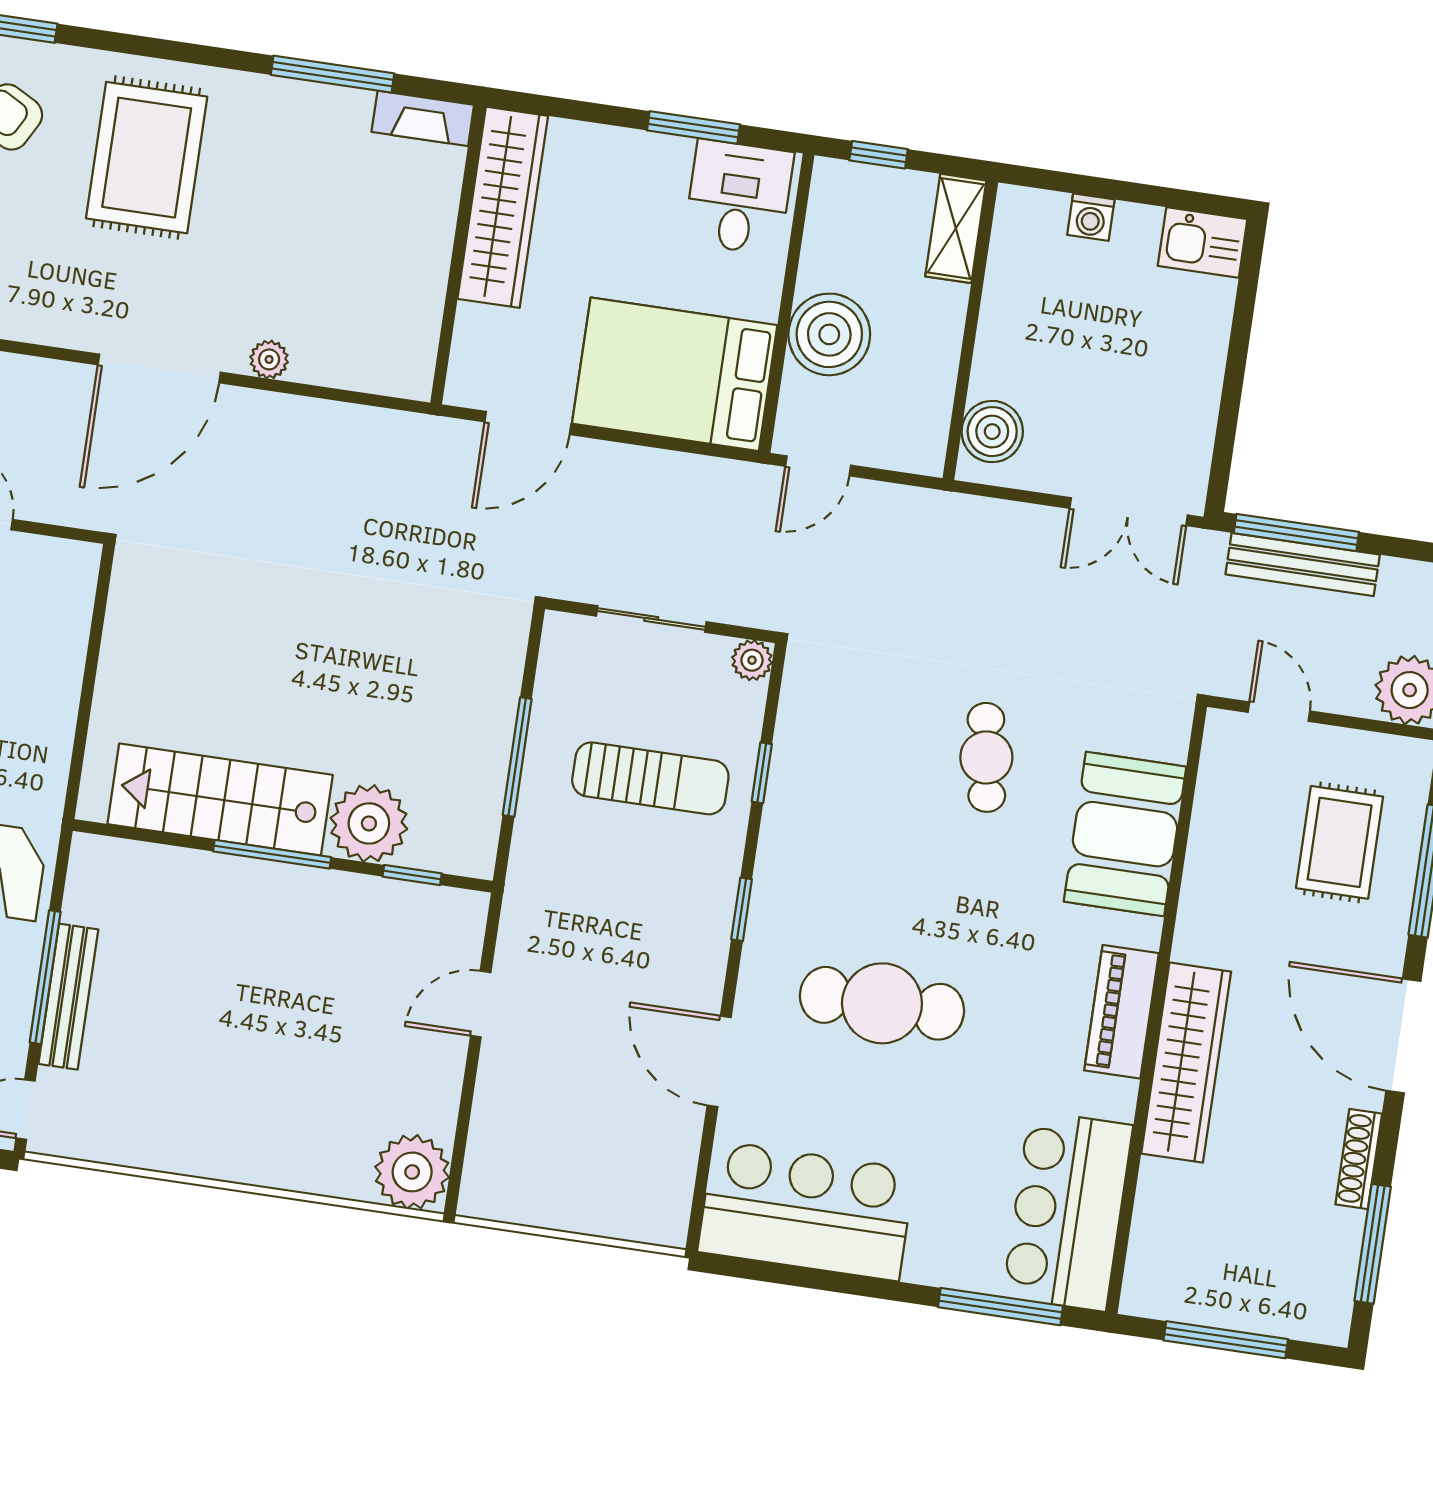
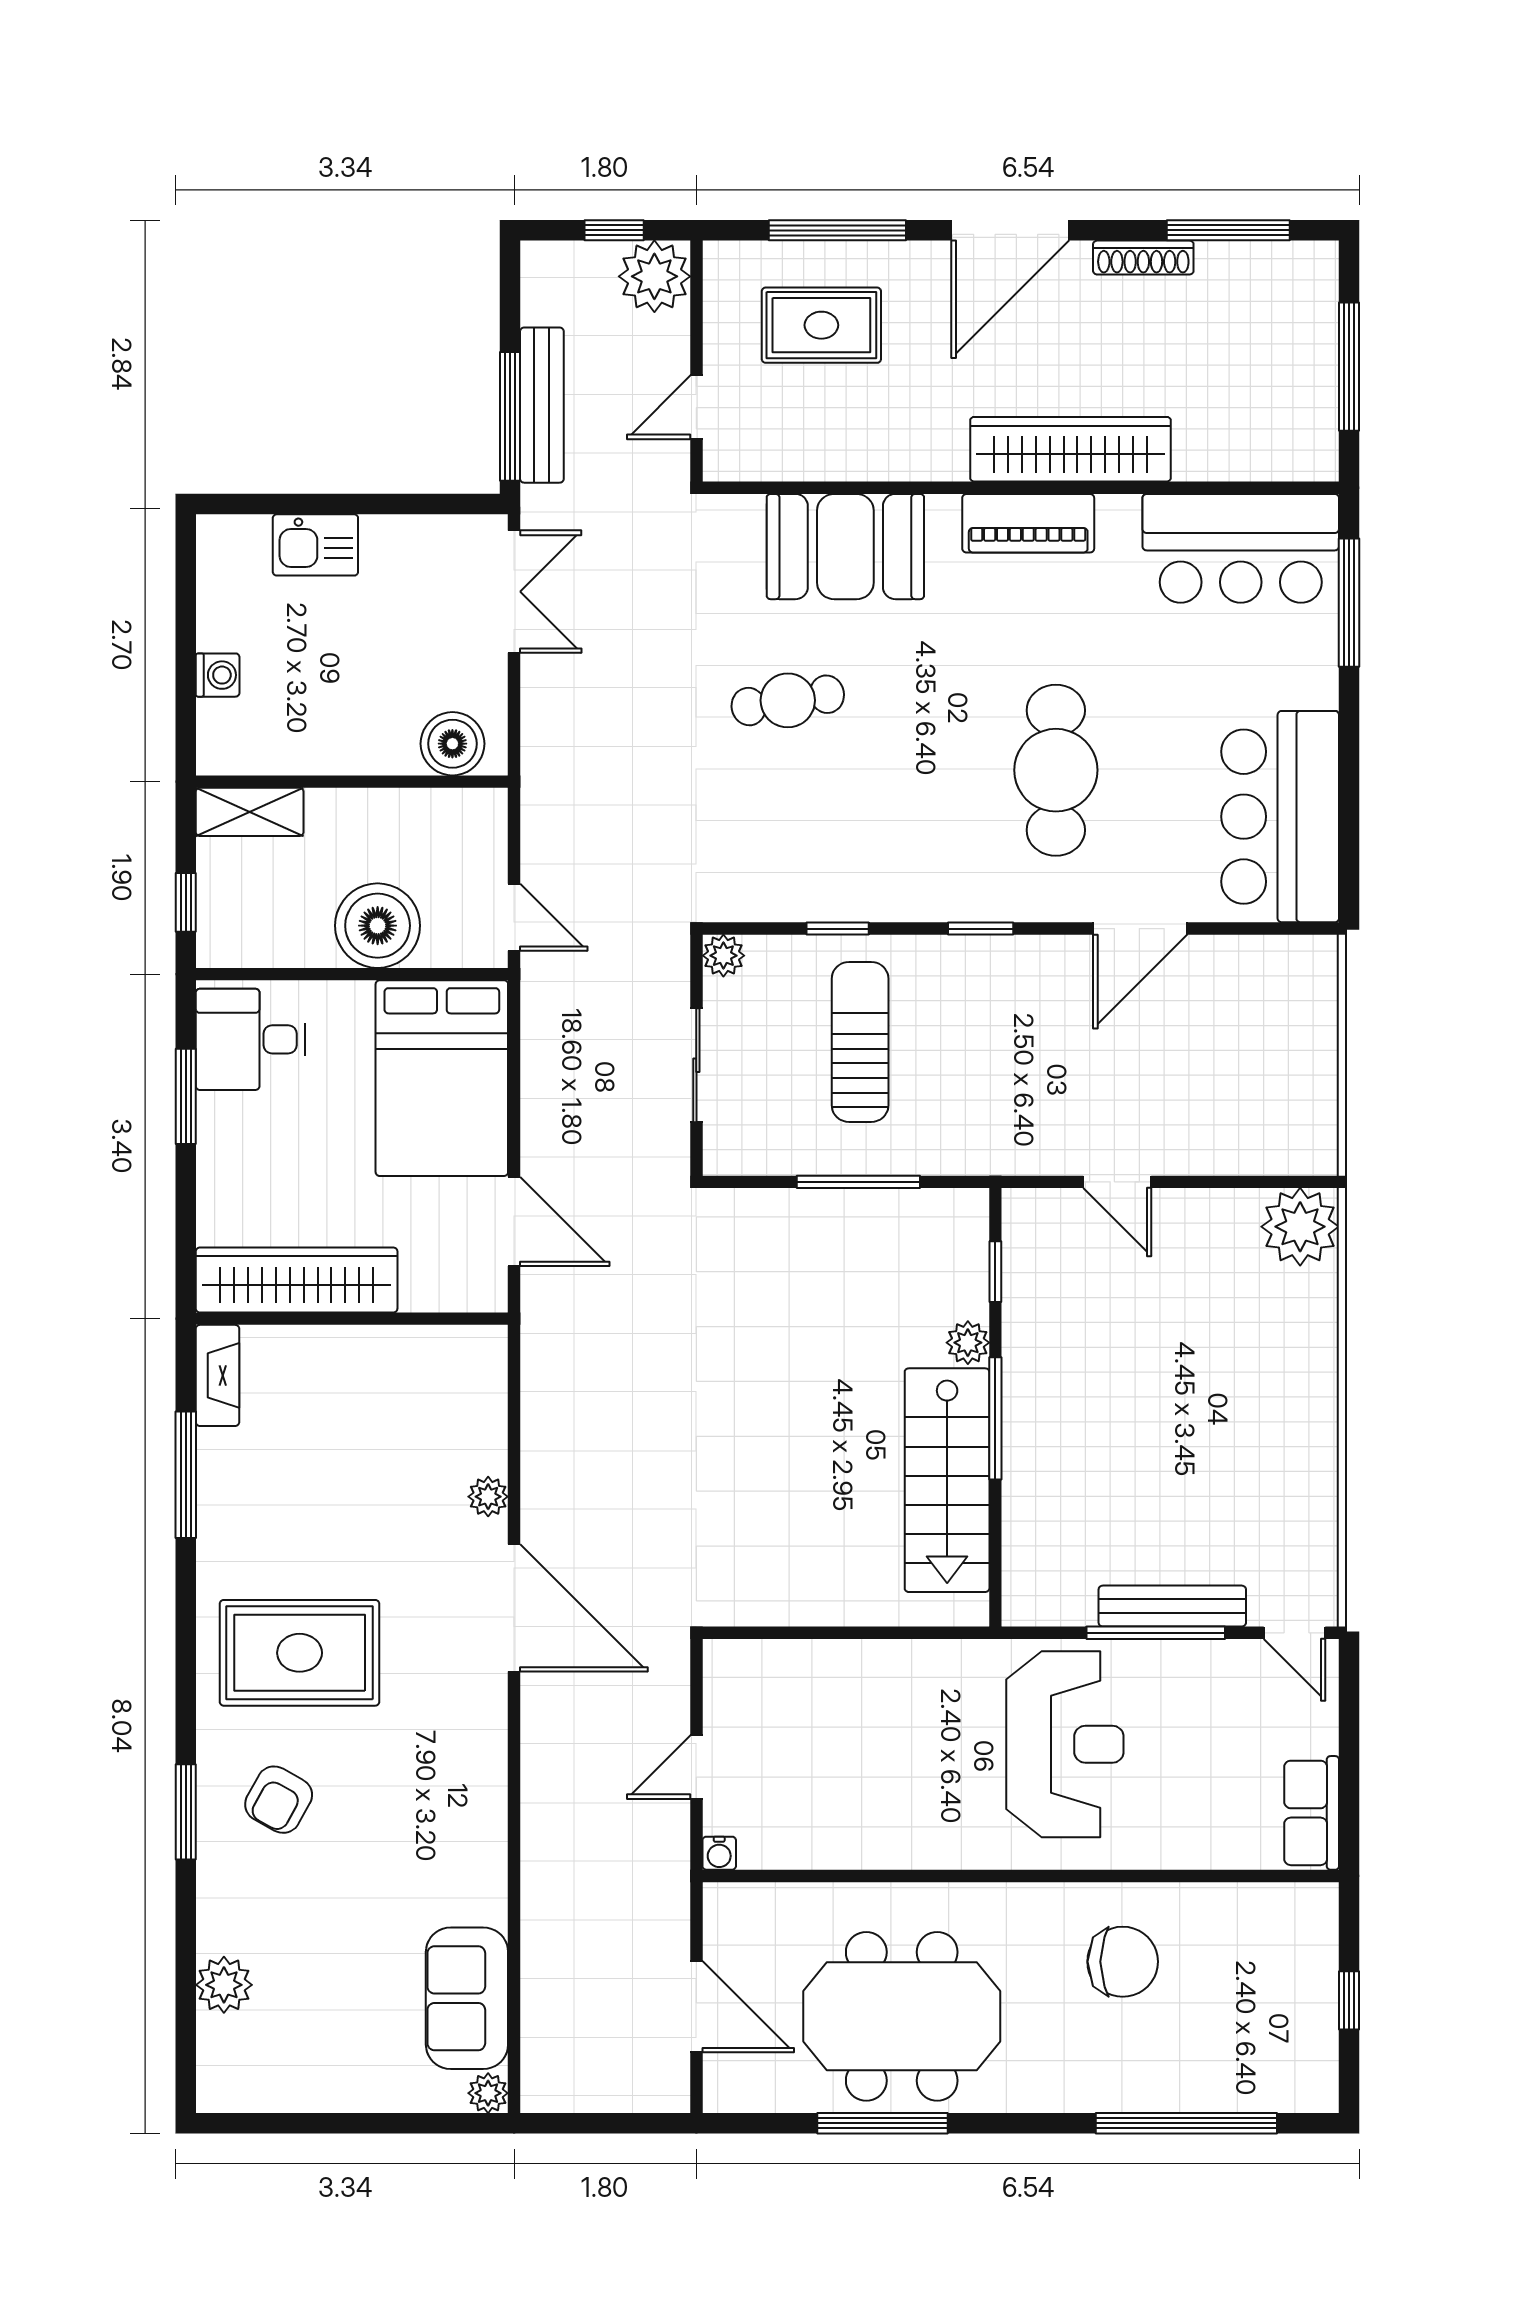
kitchen sink: (1203, 243) -> (315, 545), moved, turned 90
plant: (369, 823) -> (968, 1343), width x0.53, depth x0.53

